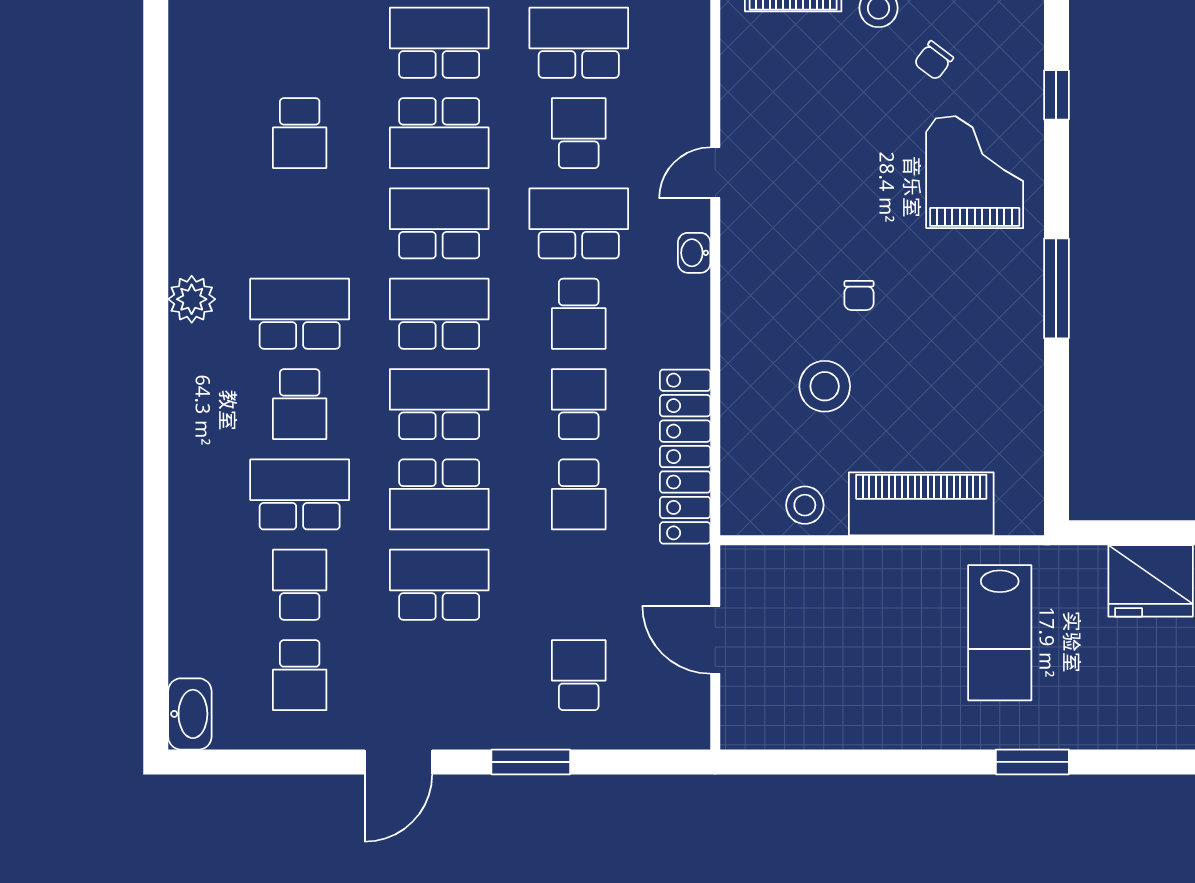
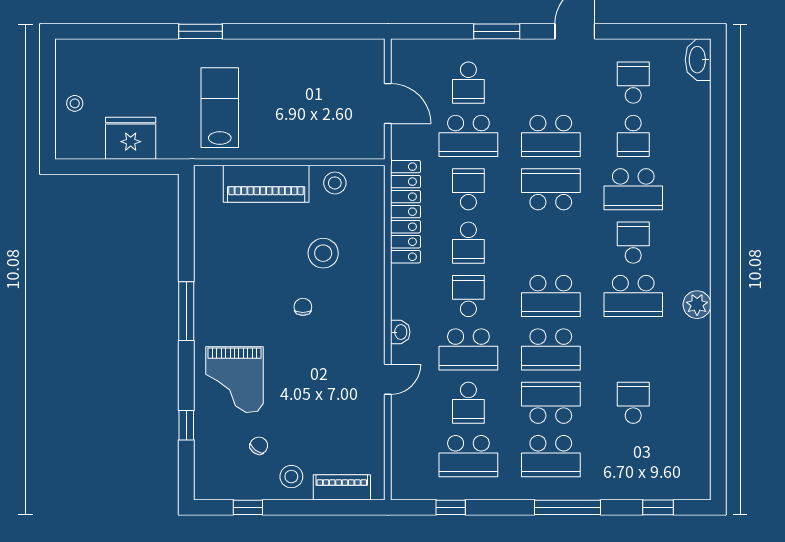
school desk: (439, 404) -> (468, 136), moved

